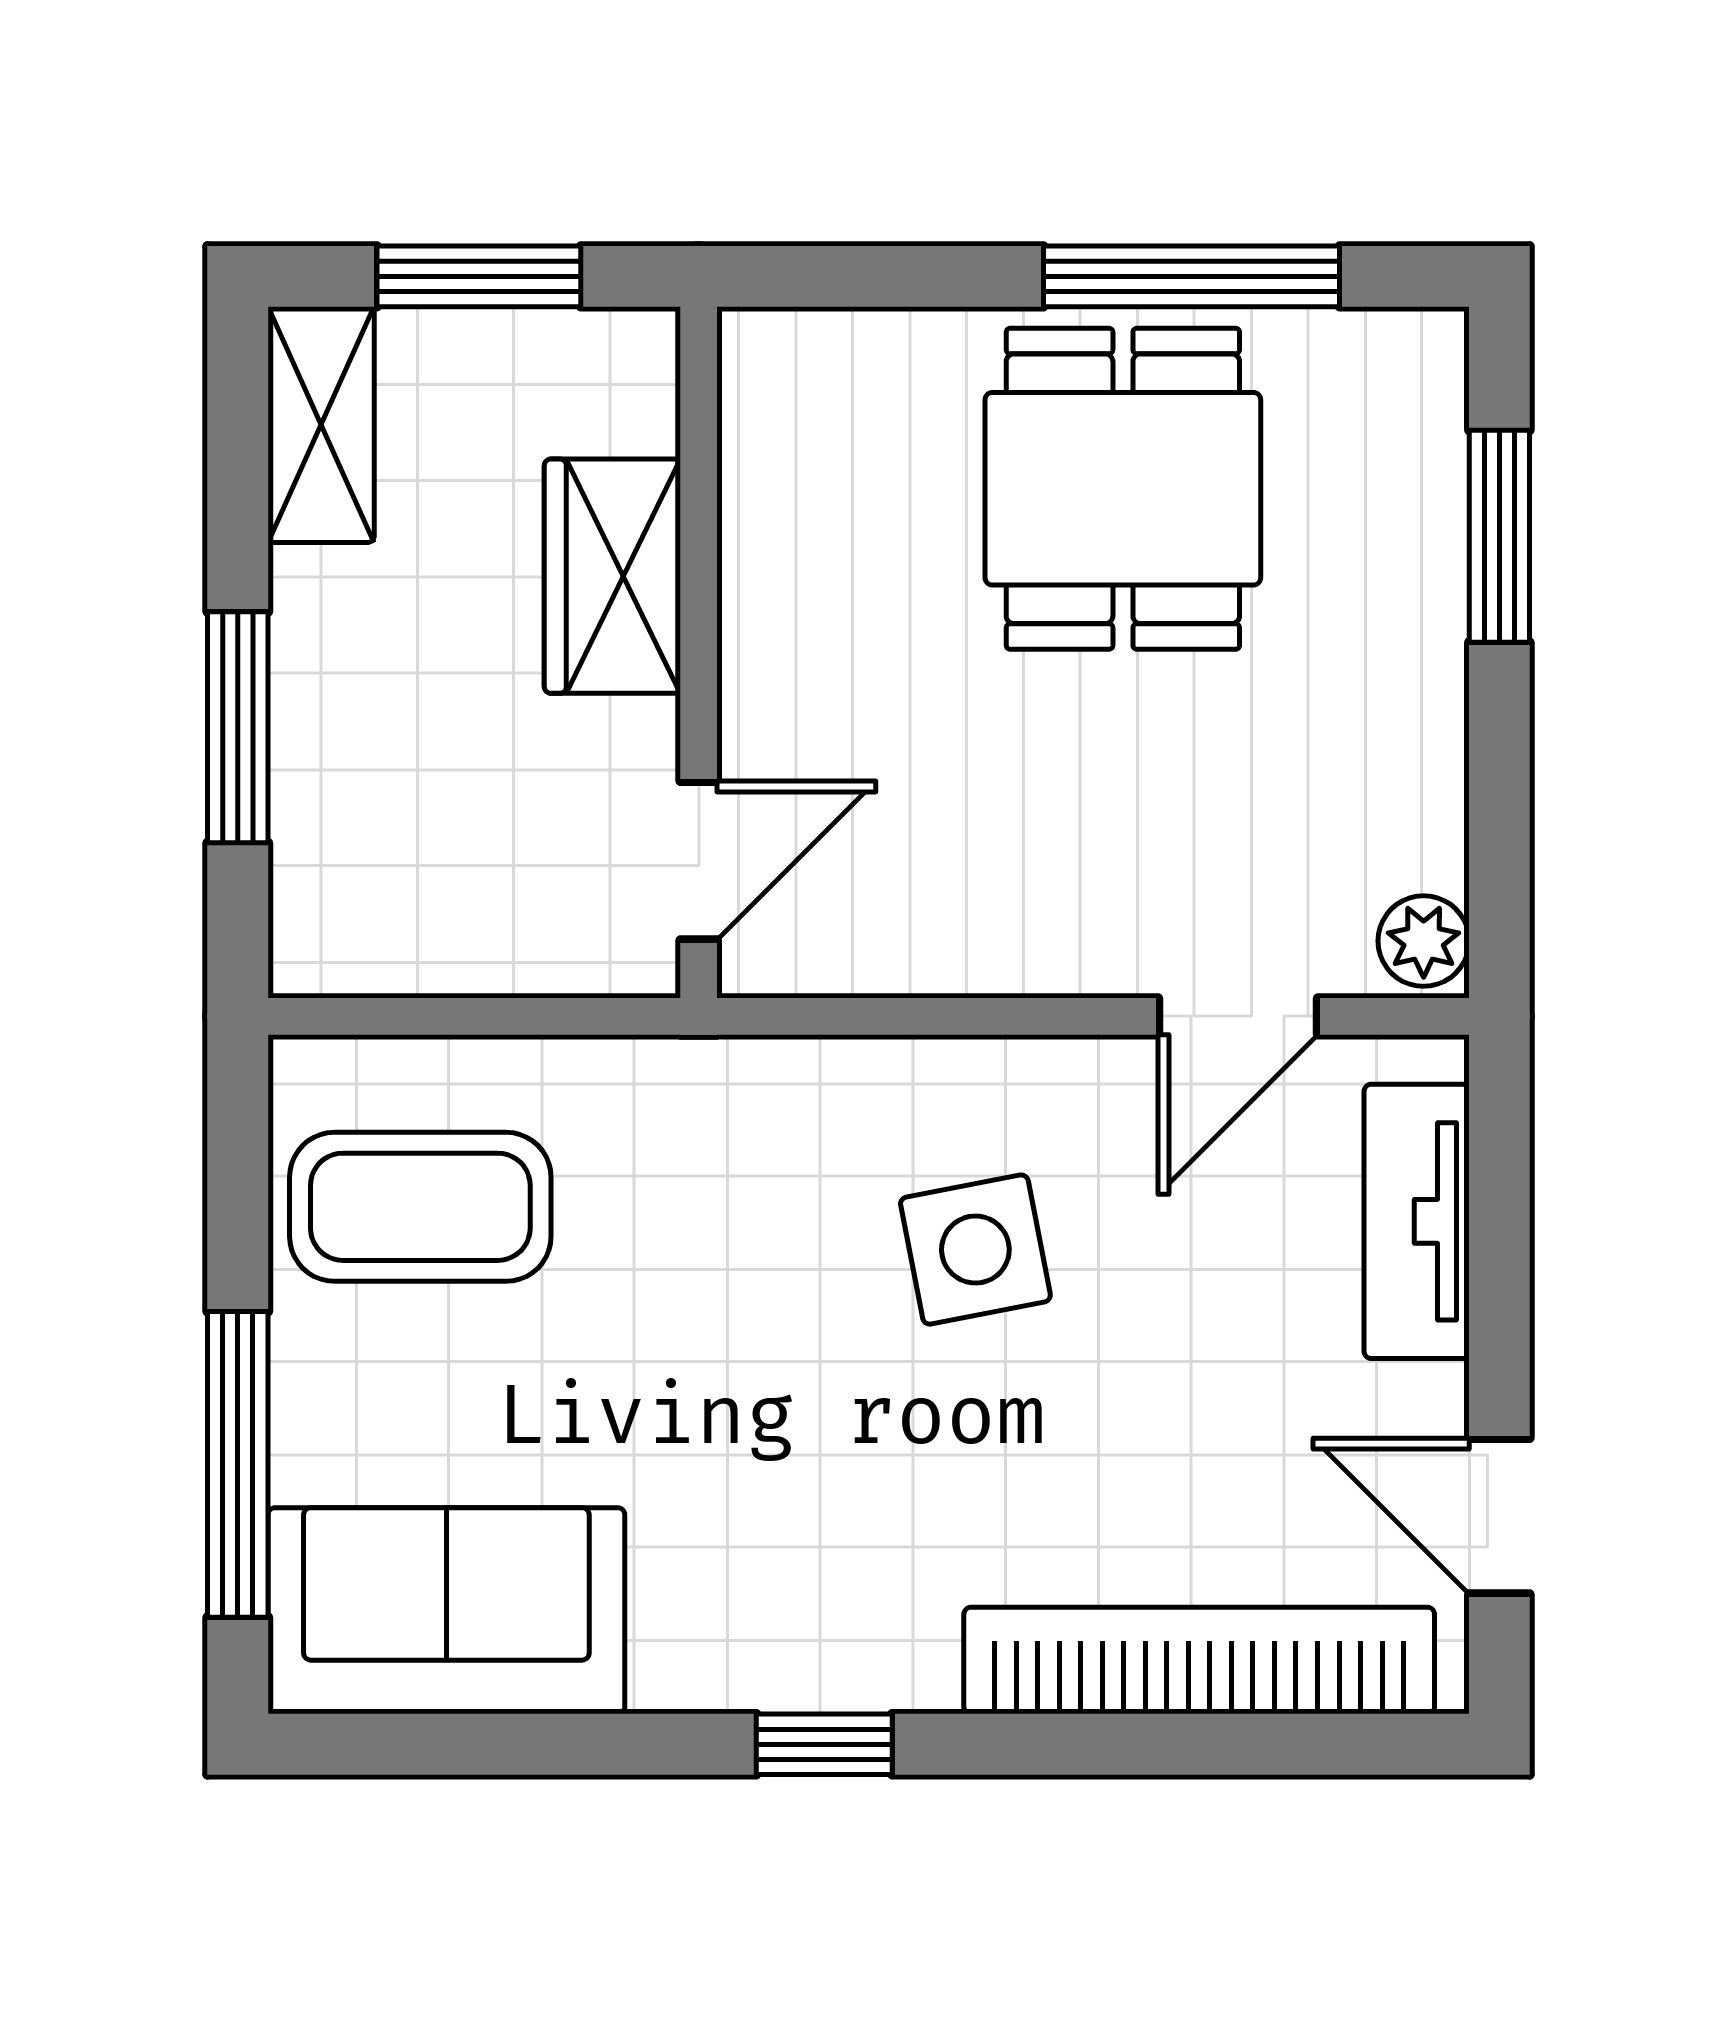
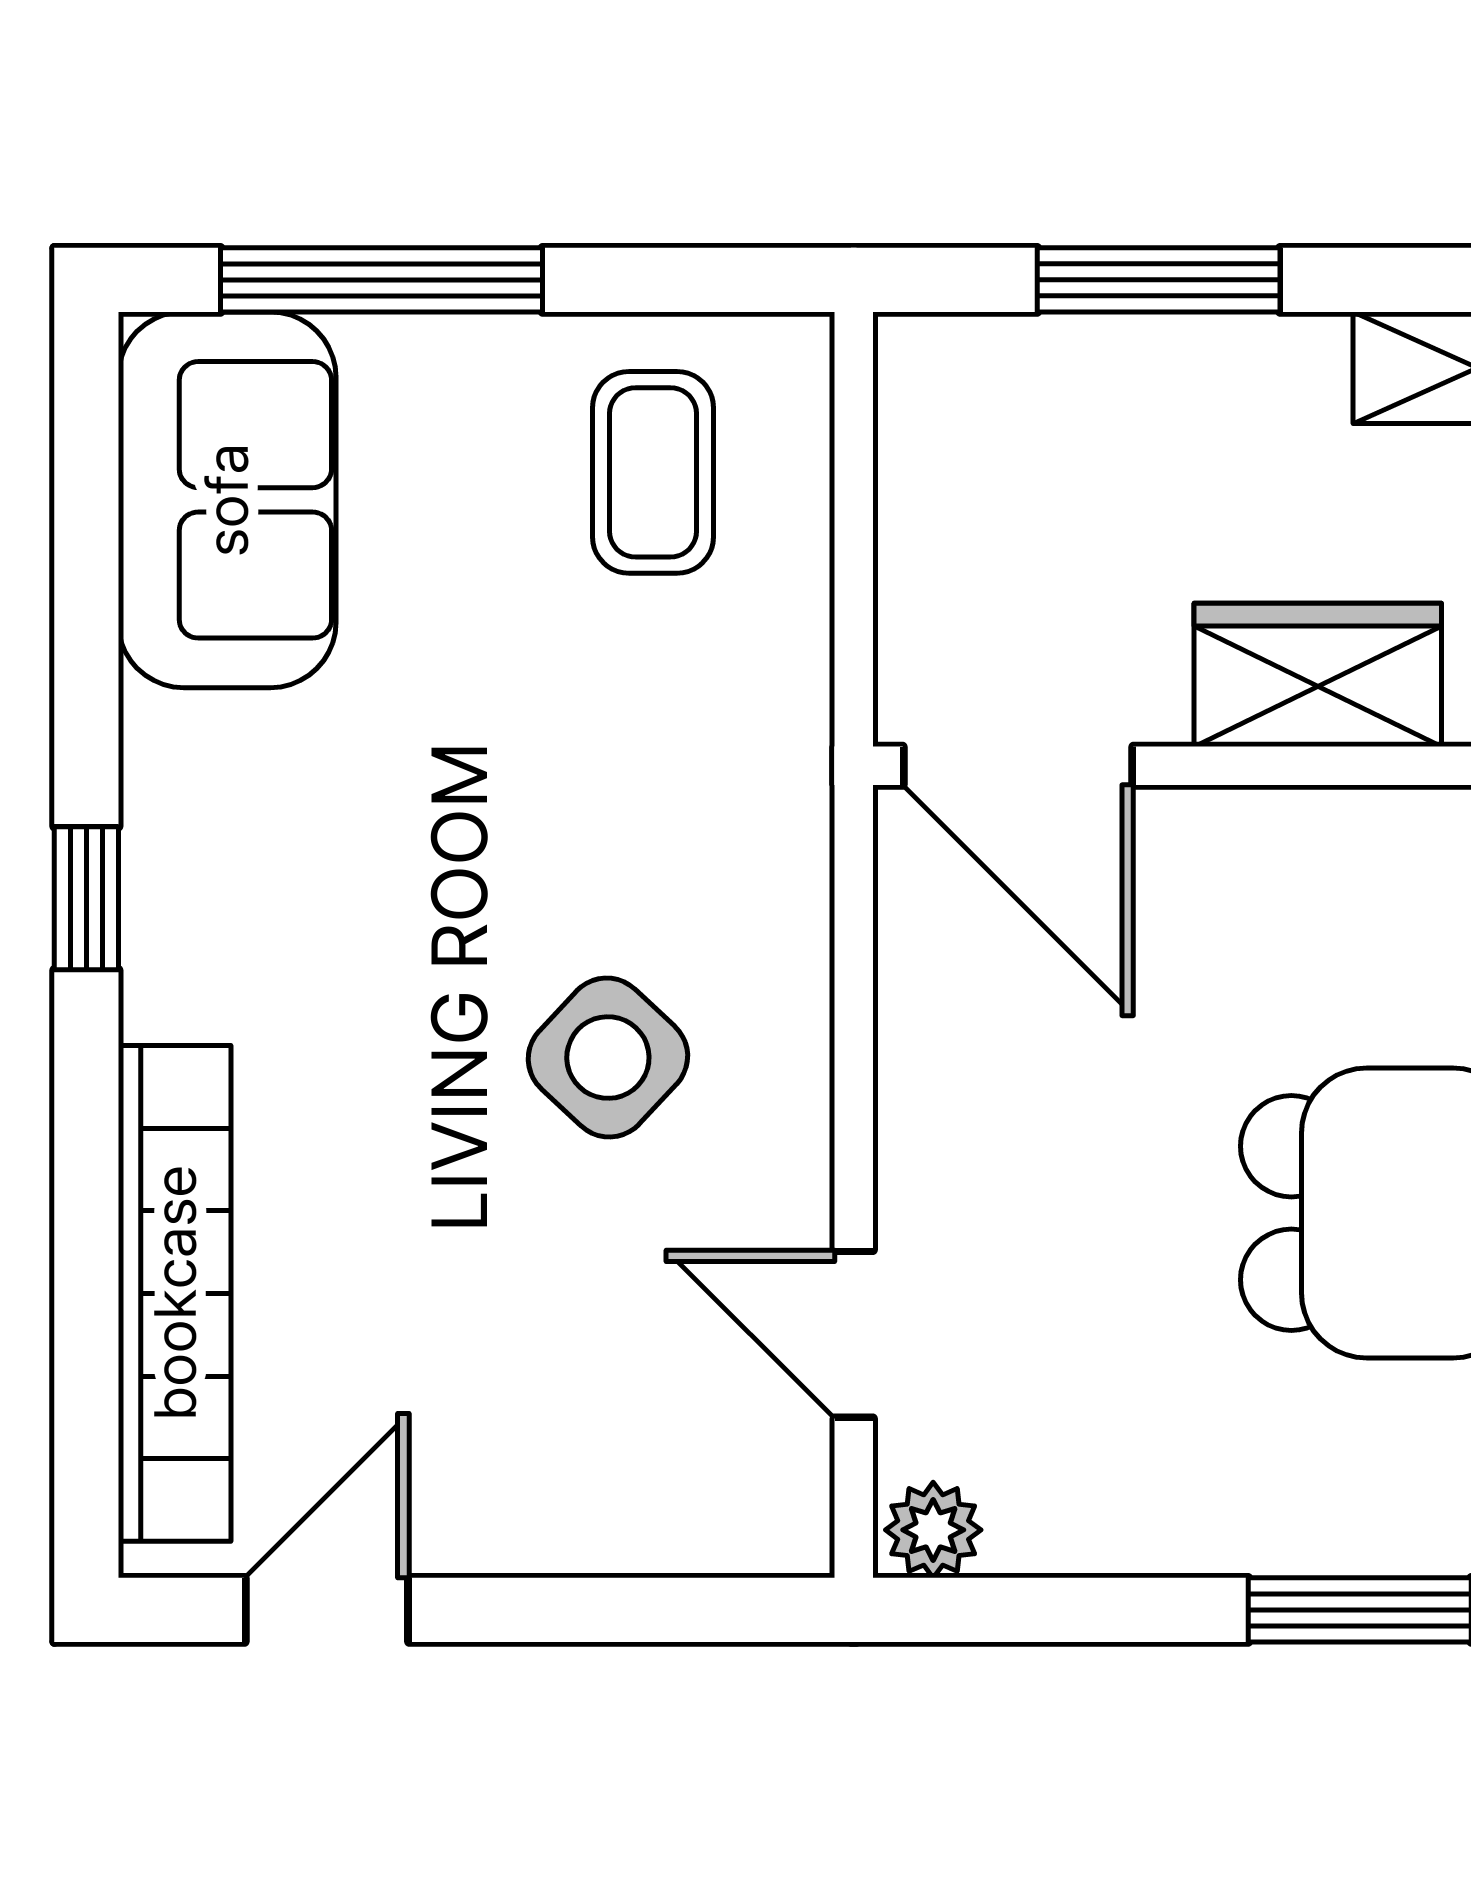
door: (699, 861) -> (1018, 766), width x1.37
coffee table: (420, 1207) -> (653, 472), width x0.73, depth x0.77
tv unit: (1417, 1221) -> (638, 1523), removed
side table: (975, 1250) -> (608, 1058), turned -36

